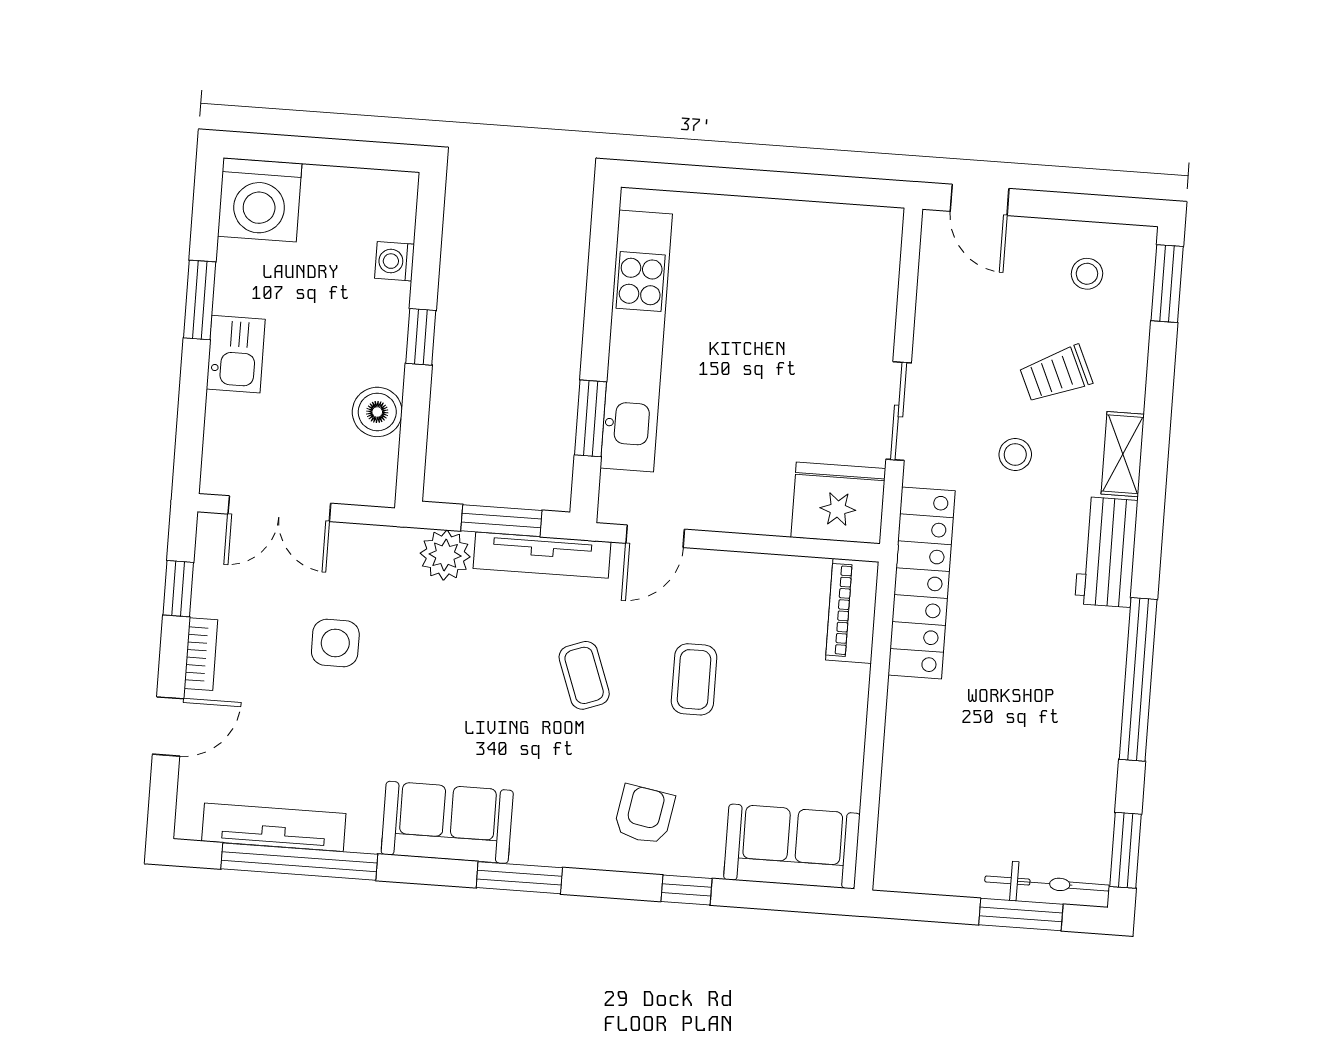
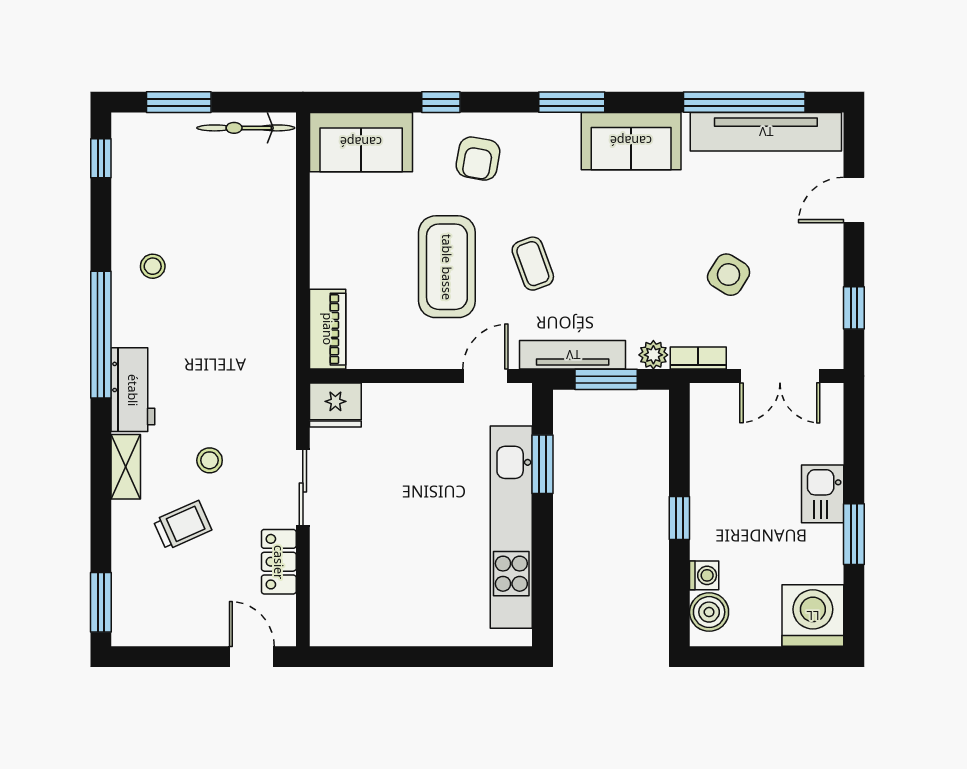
stool: (1087, 274) -> (153, 266), moved
boiler: (377, 412) -> (709, 612), moved
fridge: (838, 503) -> (335, 405), width x0.73, depth x0.75
double door: (279, 509) -> (780, 376), swing flipped
plant: (445, 555) -> (653, 355), width x0.73, depth x0.73
locker: (922, 583) -> (279, 562), moved, width x0.46, depth x0.83
side table: (335, 643) -> (729, 275), turned 32
bookcase: (201, 654) -> (698, 358), moved, turned 90
coffee table: (694, 679) -> (447, 267), width x1.86, depth x1.72
window: (1138, 679) -> (101, 335), moved
tv unit: (274, 827) -> (766, 132), width x1.36, depth x1.29
window: (1125, 850) -> (101, 158), width x0.67
bicycle: (1047, 883) -> (246, 128), moved

